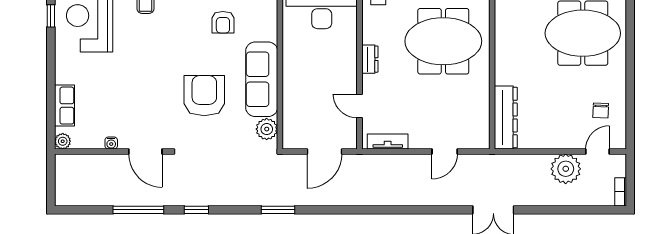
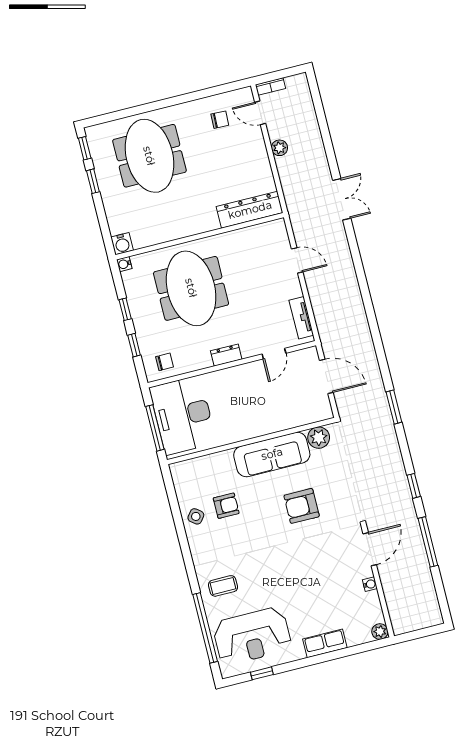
armchair: (204, 96) -> (302, 506), width x0.73, depth x0.73
row of seats: (65, 106) -> (325, 643), moved
plant: (566, 169) -> (279, 148), width x0.53, depth x0.53
bookcase: (621, 192) -> (270, 87), moved

